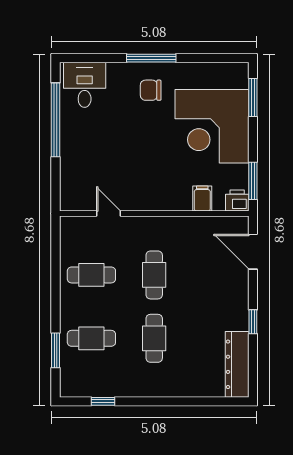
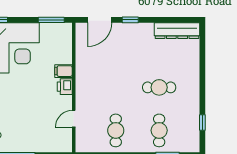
filing cabinet: (202, 199) -> (63, 71), moved
printer: (237, 201) -> (65, 87), moved
cafe table: (154, 275) -> (116, 87), removed
window: (253, 322) -> (130, 20), moved

